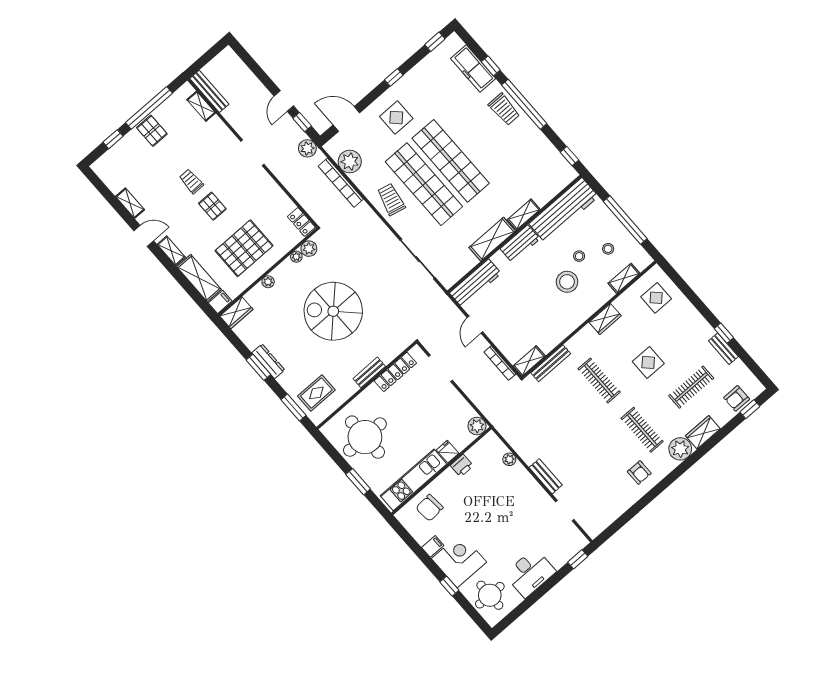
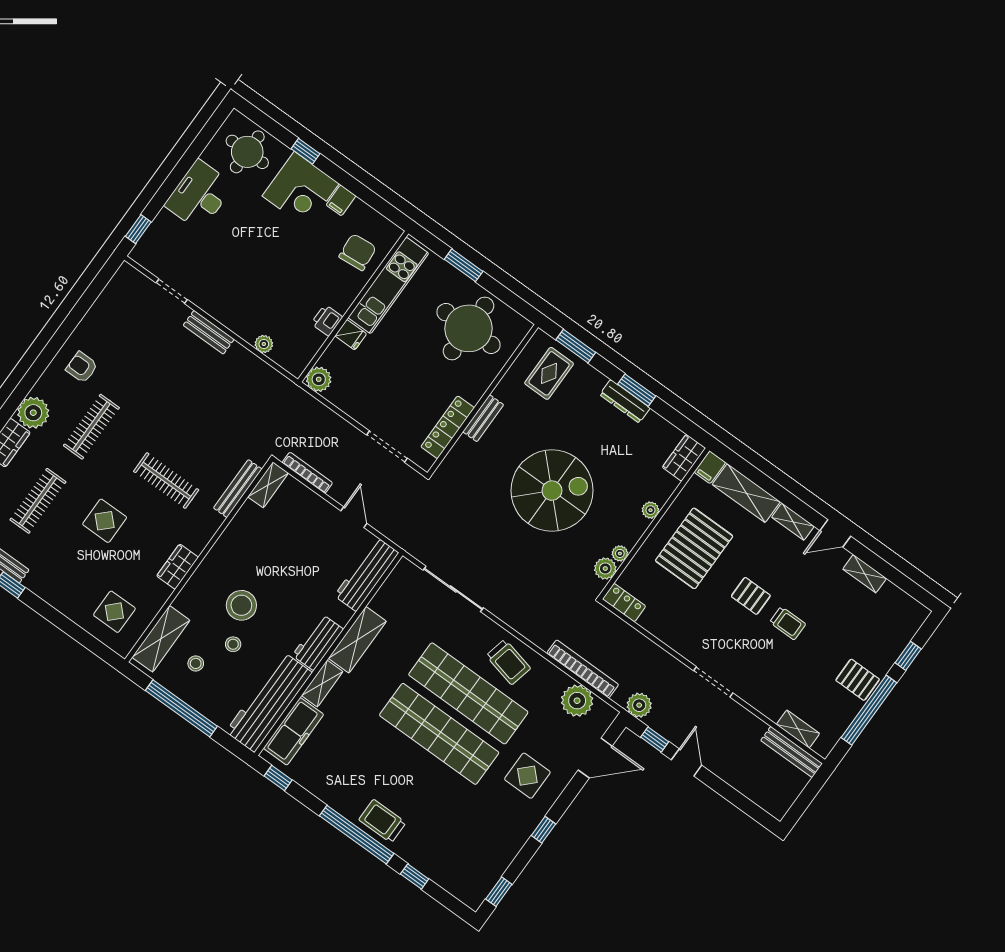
freezer: (473, 69) -> (294, 731), moved, turned 90
shelving: (624, 278) -> (161, 639), width x1.50, depth x1.33
clothes rail: (642, 430) -> (91, 427), turned 90

